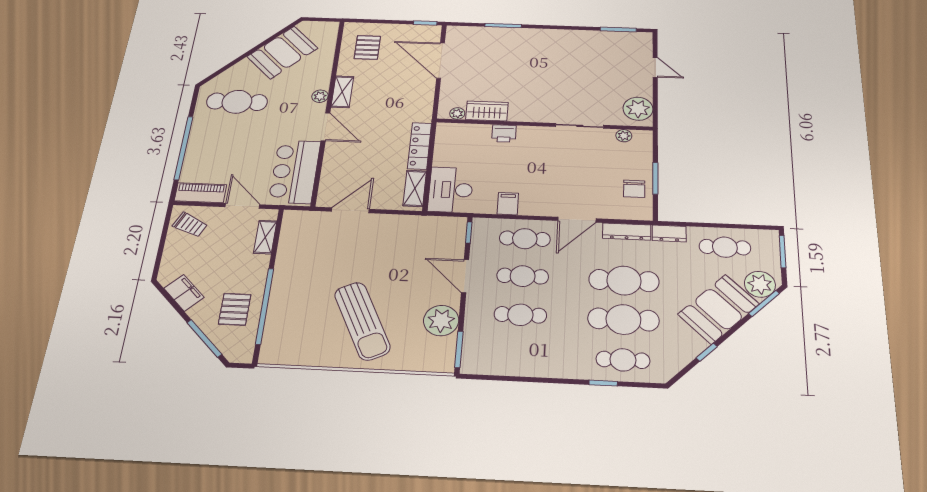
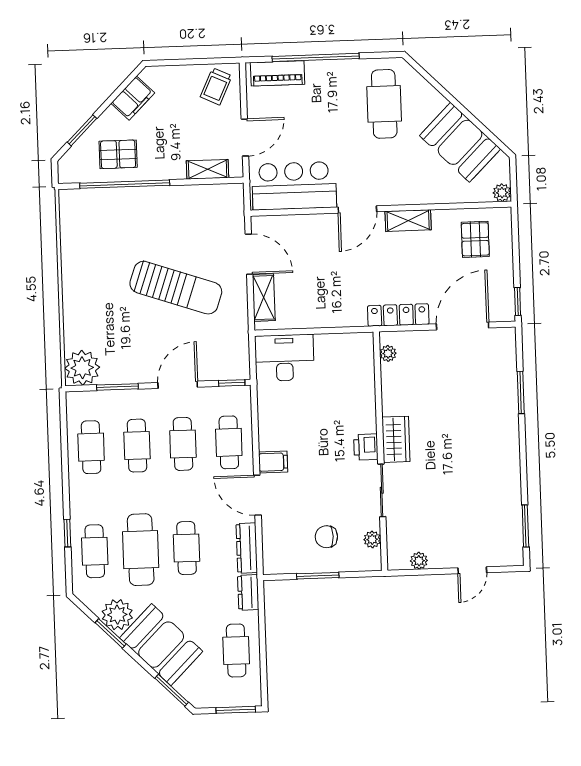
pallet: (367, 47) -> (475, 239), turned 90
plant: (320, 96) -> (502, 193), moved
plant: (638, 109) -> (419, 561), width x0.53, depth x0.53
wardrobe: (487, 111) -> (396, 439), moved
printer: (504, 133) -> (366, 447), moved
locker: (420, 146) -> (398, 315), moved
shelving: (415, 188) -> (264, 298), moved, turned 90
chair: (634, 189) -> (326, 537), moved
piano: (201, 193) -> (278, 73), moved, turned 90
filing cabinet: (508, 204) -> (273, 462), moved
cafe table: (624, 281) -> (187, 548), width x0.73, depth x0.74
plant: (760, 284) -> (117, 615), moved
sun lounger: (362, 321) -> (176, 288), moved, turned -135
plant: (441, 321) -> (82, 368), moved
window: (204, 338) -> (82, 130), width x0.69
window: (459, 349) -> (117, 387), moved
window: (707, 352) -> (111, 633), width x1.50
cafe table: (518, 355) -> (91, 447), added

